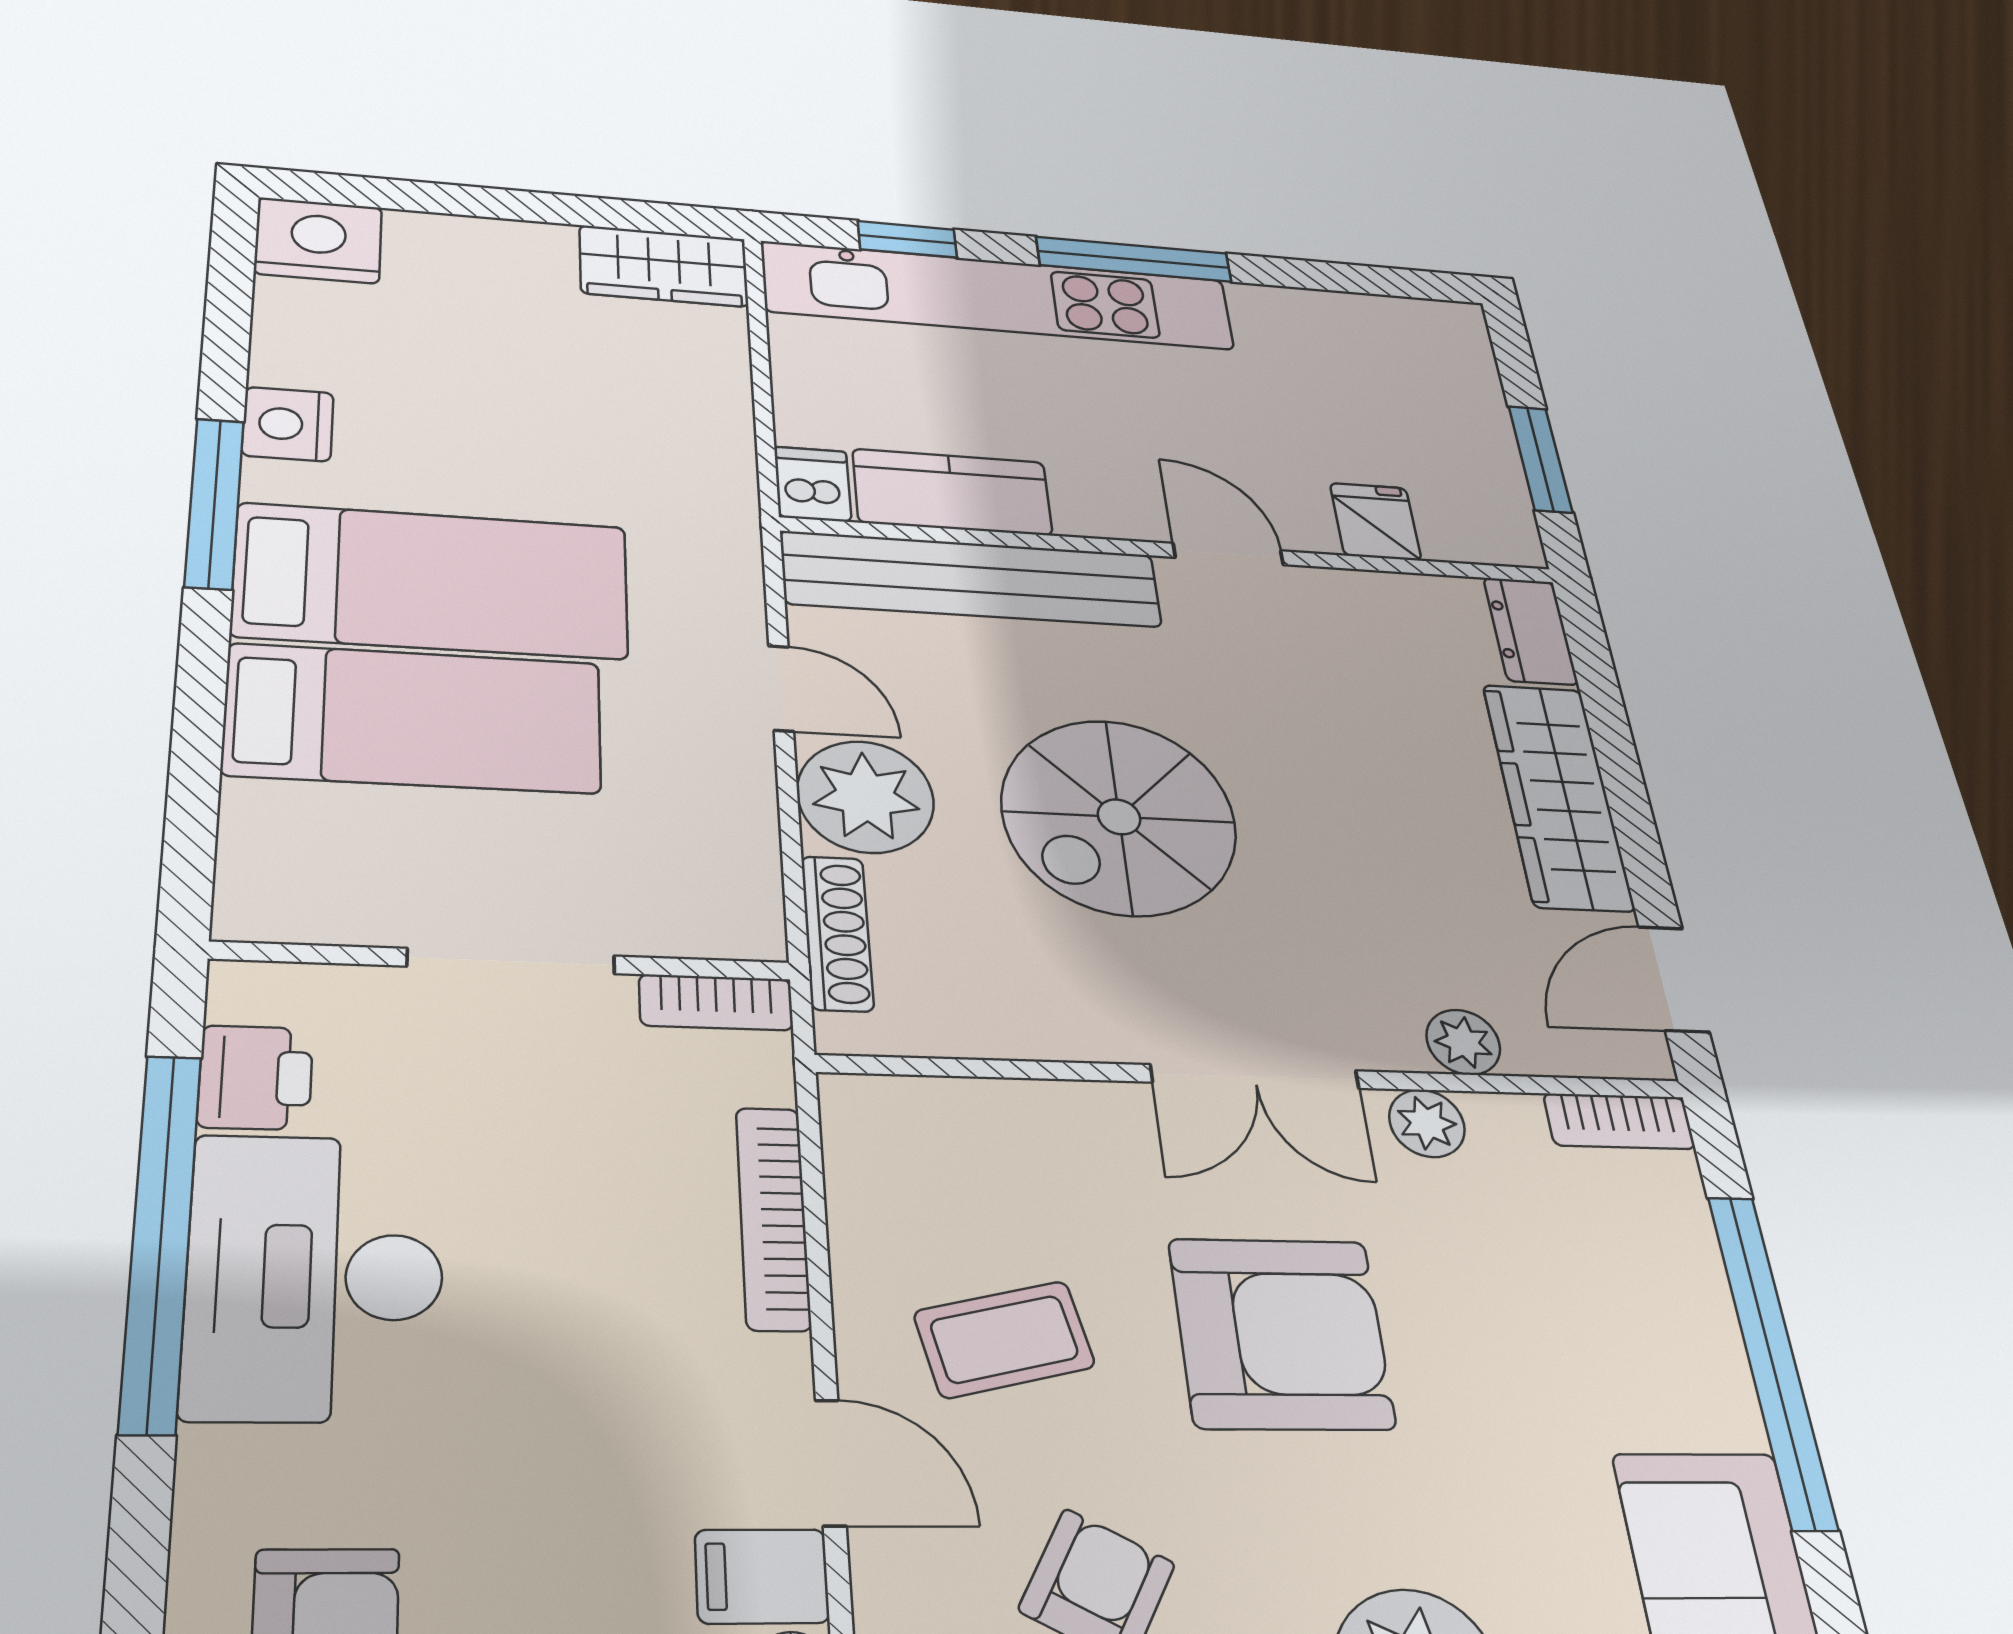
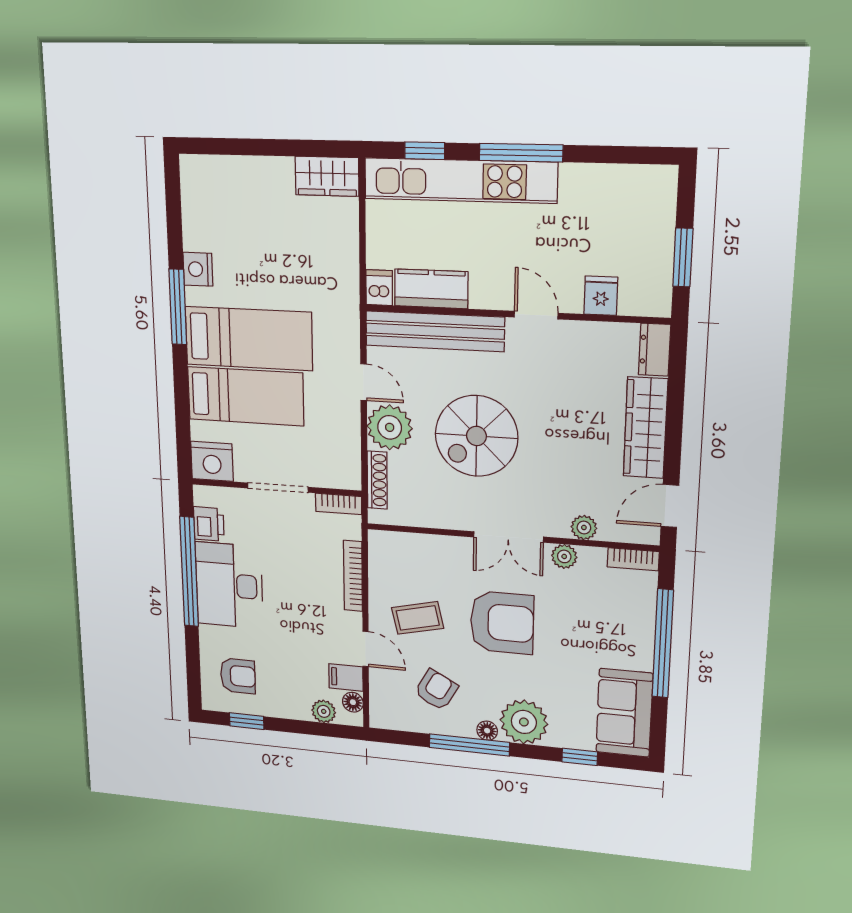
nightstand: (318, 240) -> (212, 461), moved, turned 180

